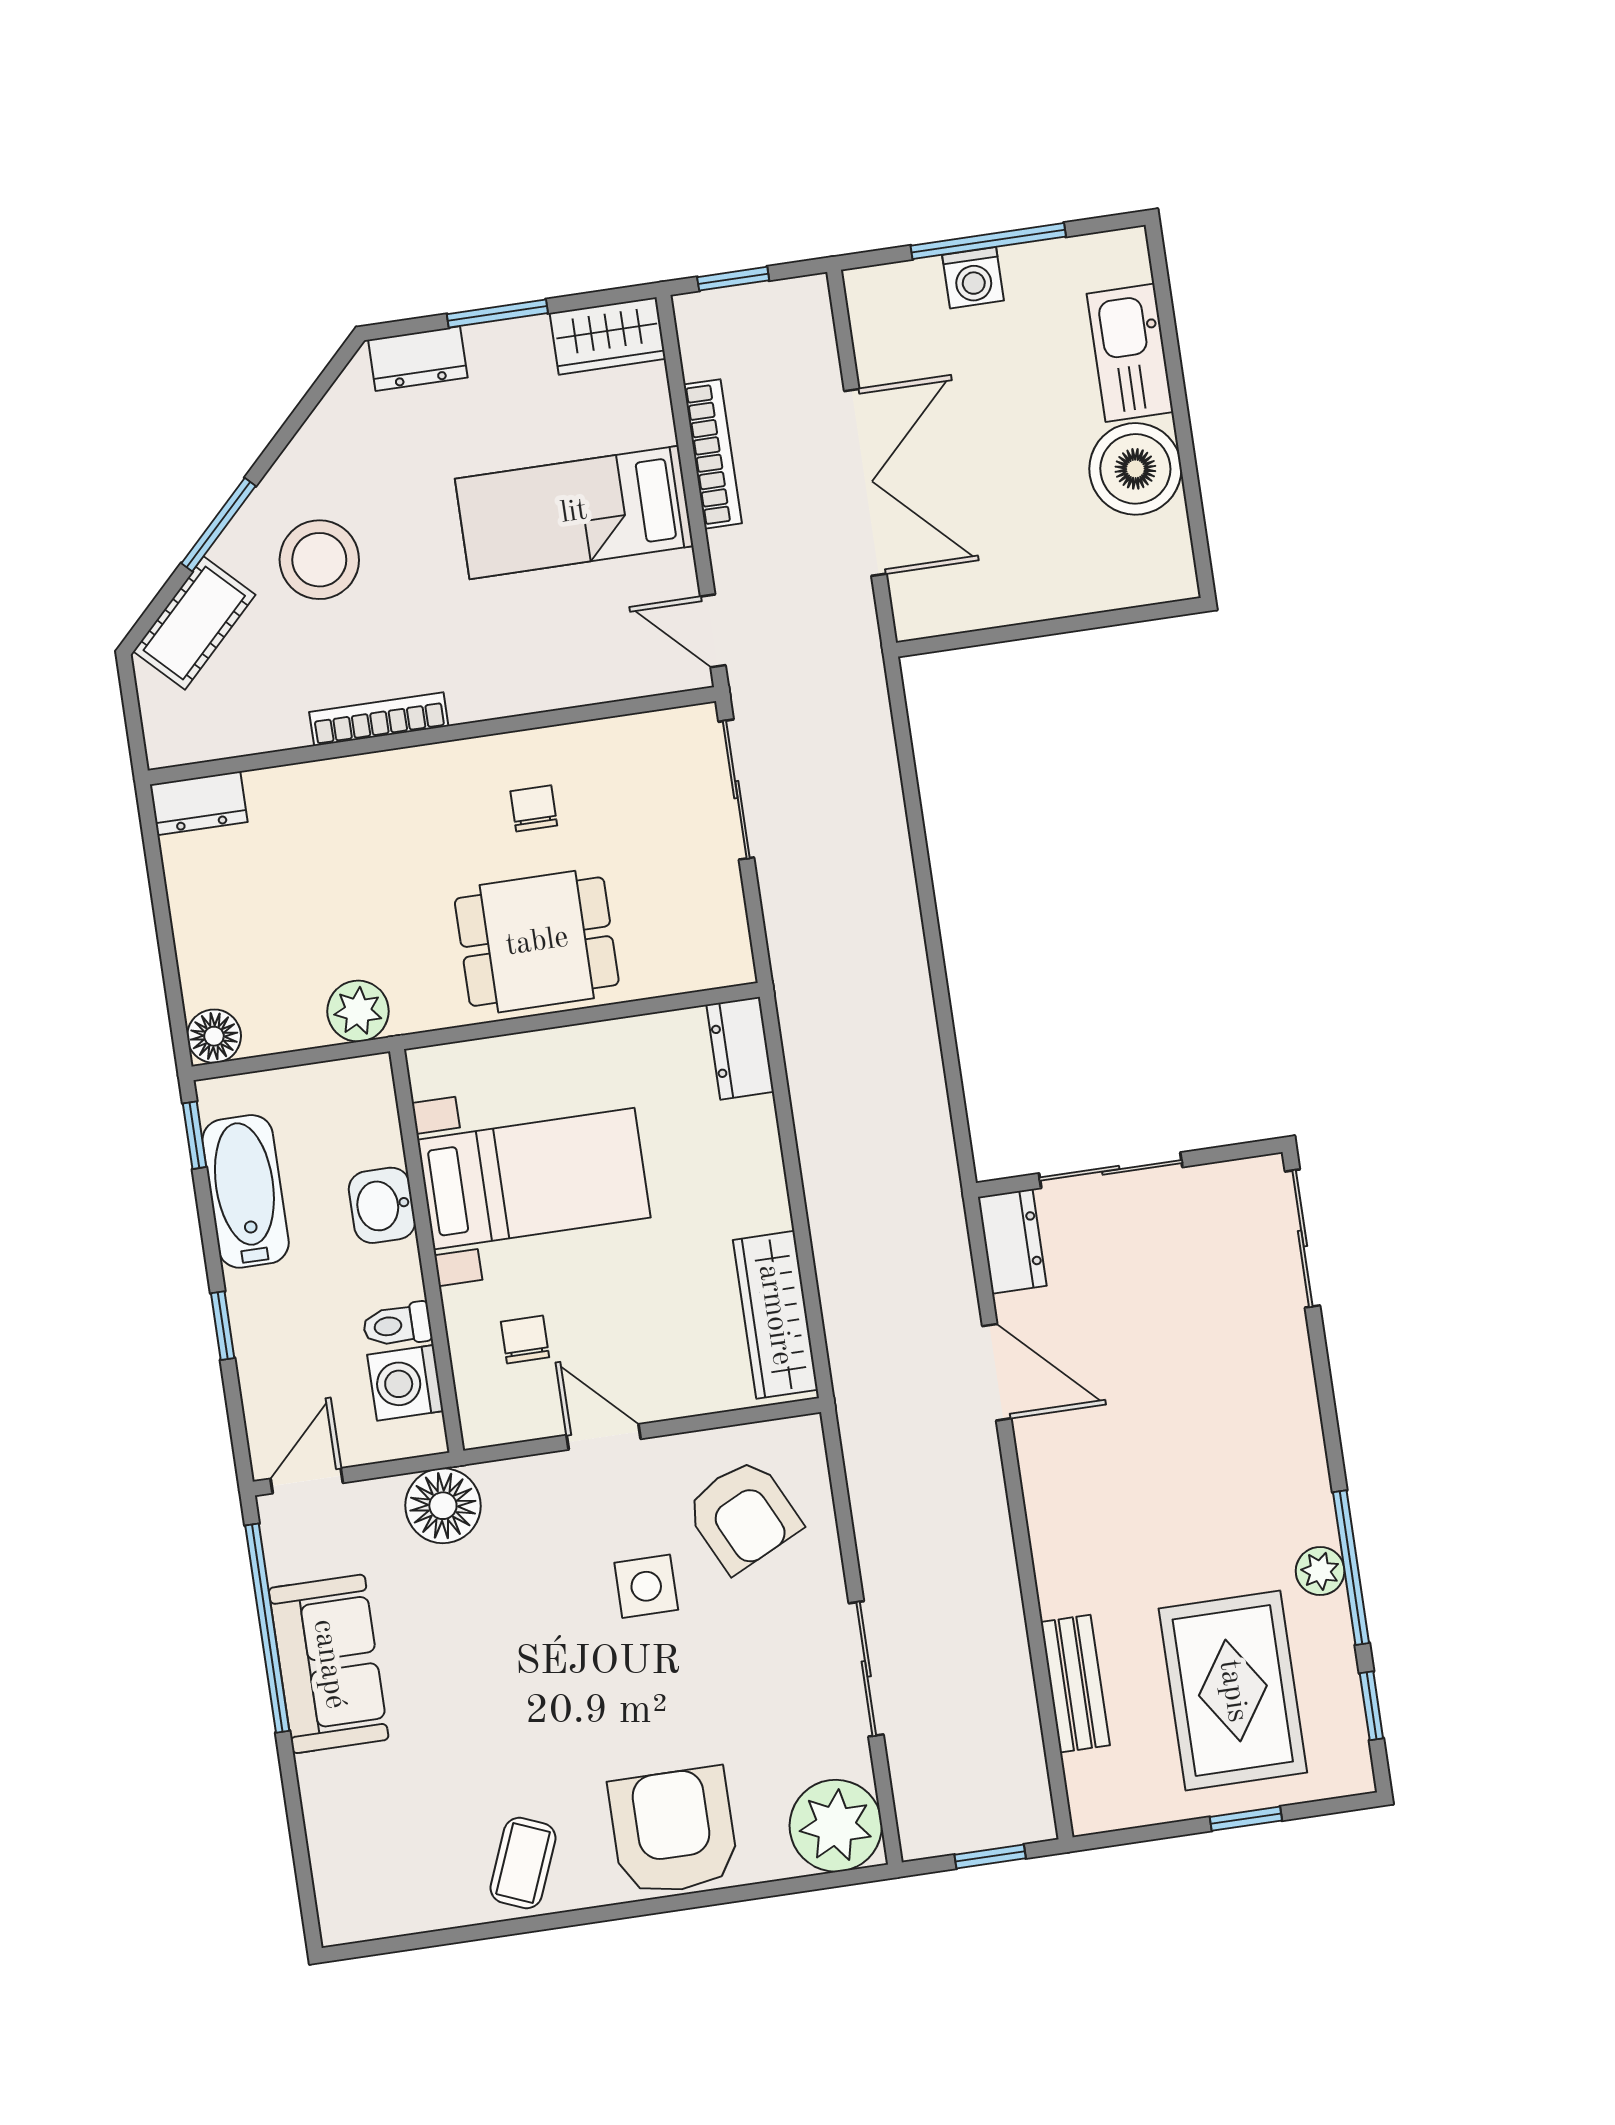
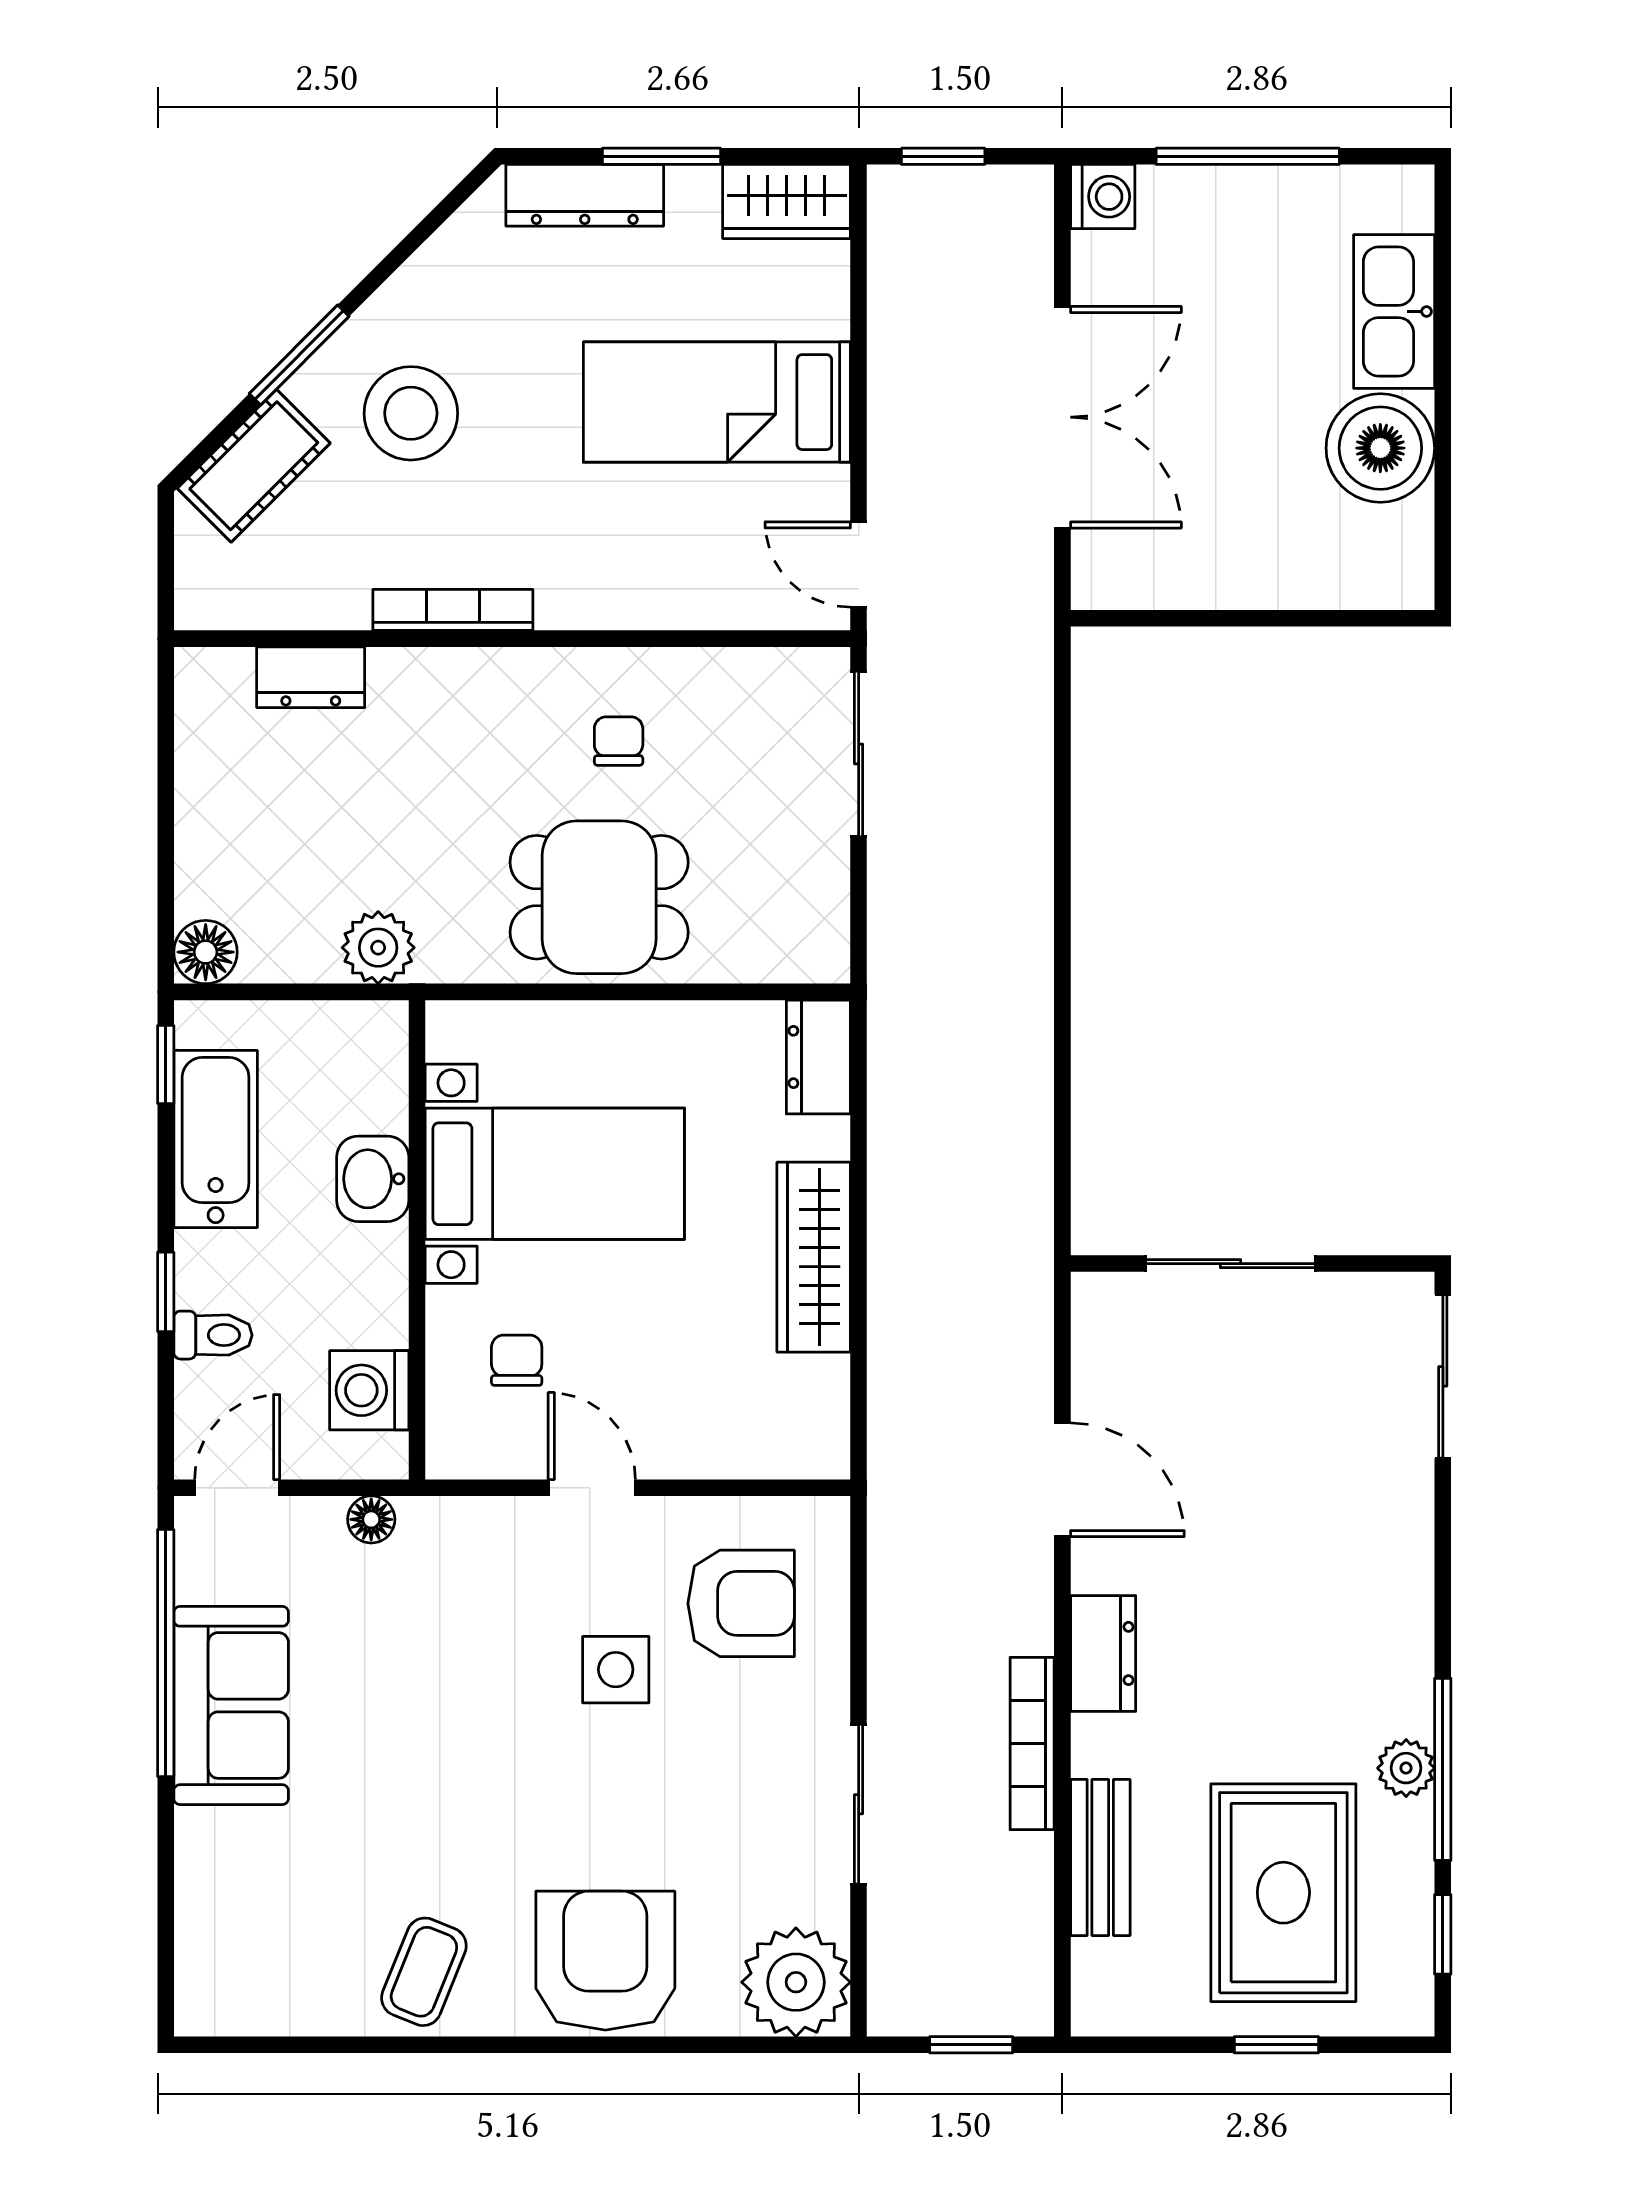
washing machine: (973, 278) -> (1103, 197), moved, turned -90
dresser: (418, 359) -> (585, 195), width x1.44
bookcase: (713, 454) -> (1032, 1744), moved, turned 180
dresser: (199, 803) -> (311, 677), moved
dresser: (1012, 1241) -> (1103, 1653), moved
wardrobe: (775, 1315) -> (814, 1257), moved
toilet: (397, 1325) -> (213, 1335), moved, turned 180
floor lamp: (443, 1506) -> (371, 1519), width x0.53, depth x0.53
armchair: (743, 1515) -> (741, 1603), turned -64

